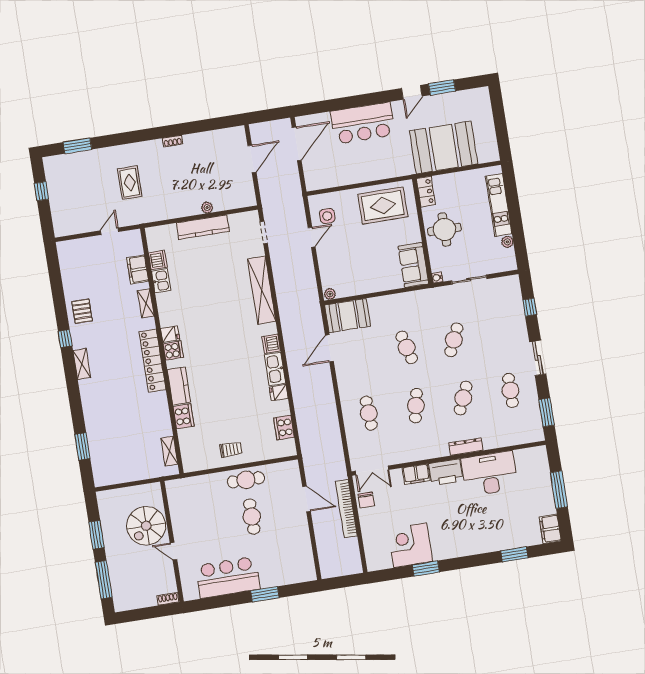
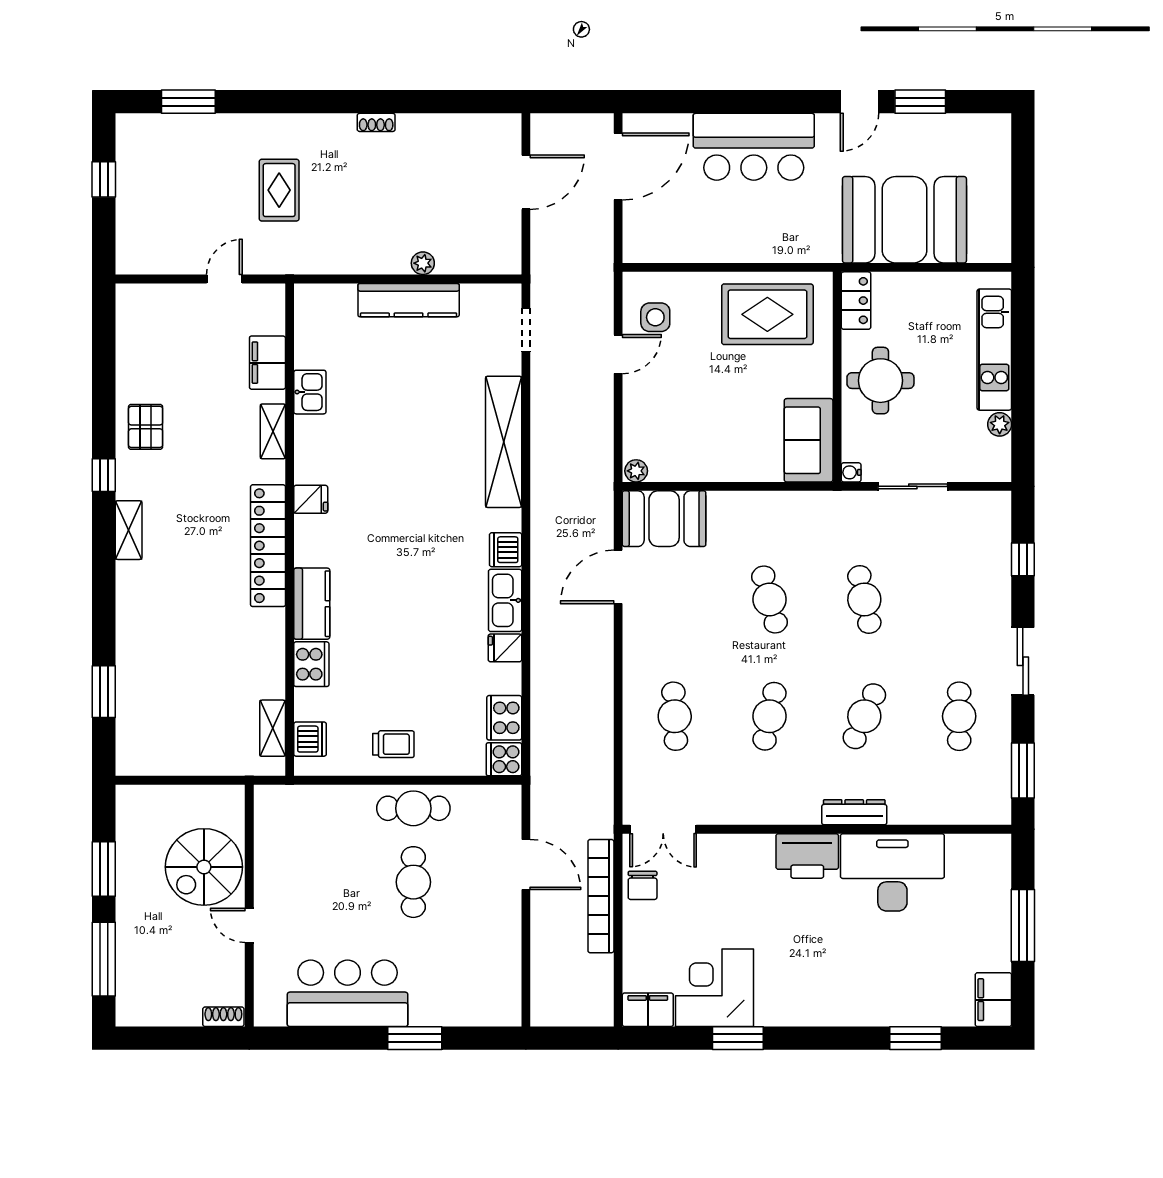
dishwasher: (158, 260) -> (310, 739), moved
cafe table: (454, 340) -> (864, 599), turned -36
cooker: (173, 351) -> (504, 759), moved, turned 180
filing cabinet: (416, 474) -> (648, 1010), moved, turned 180

